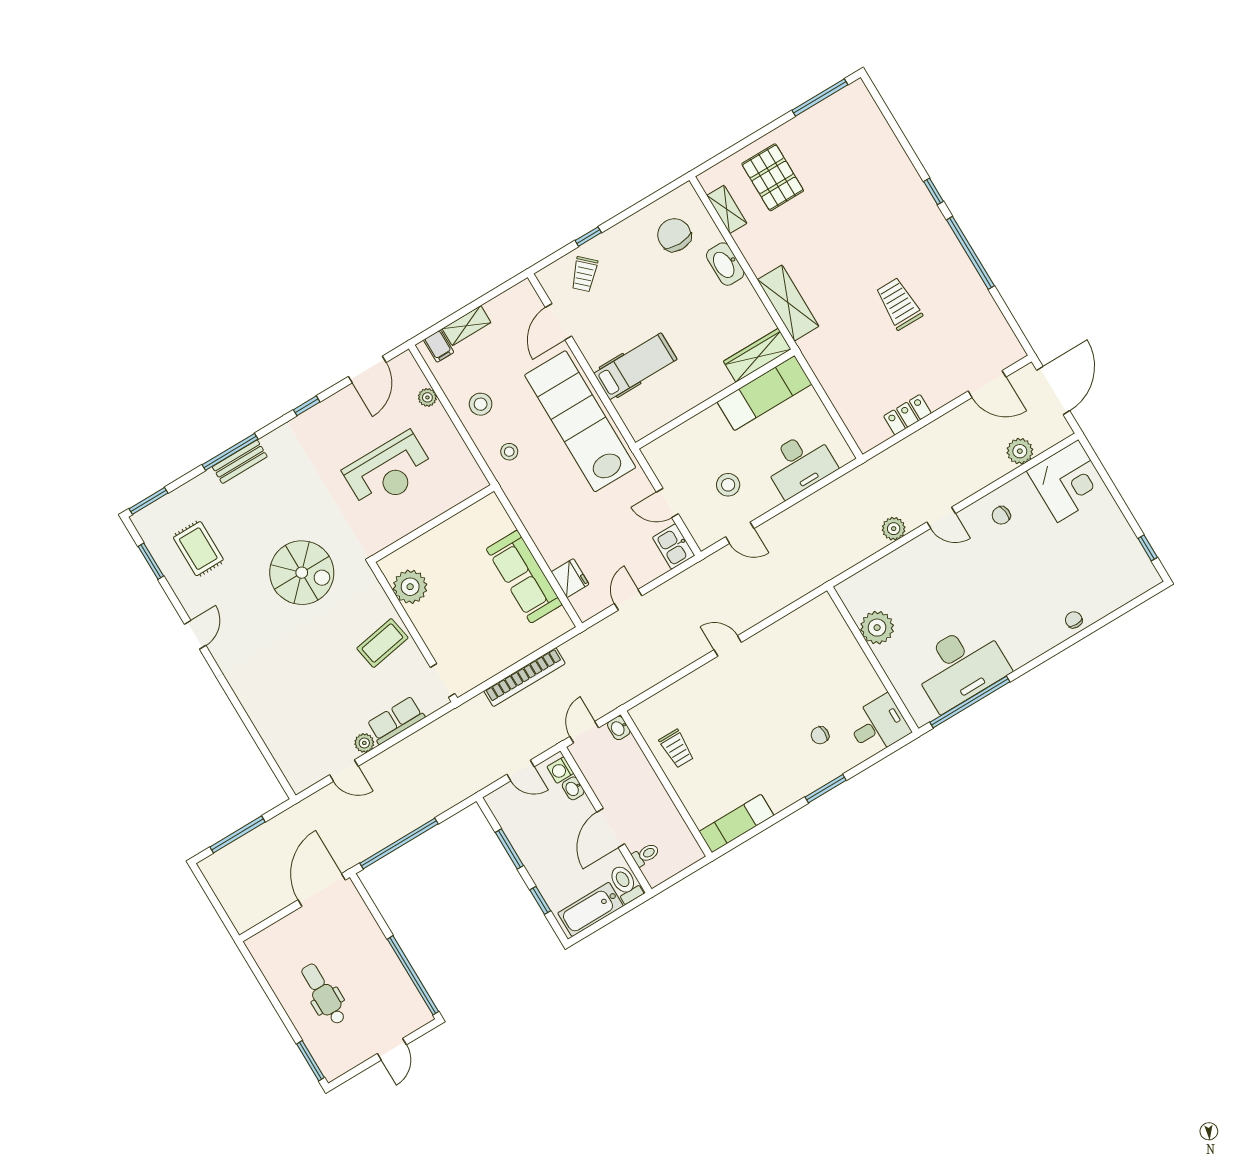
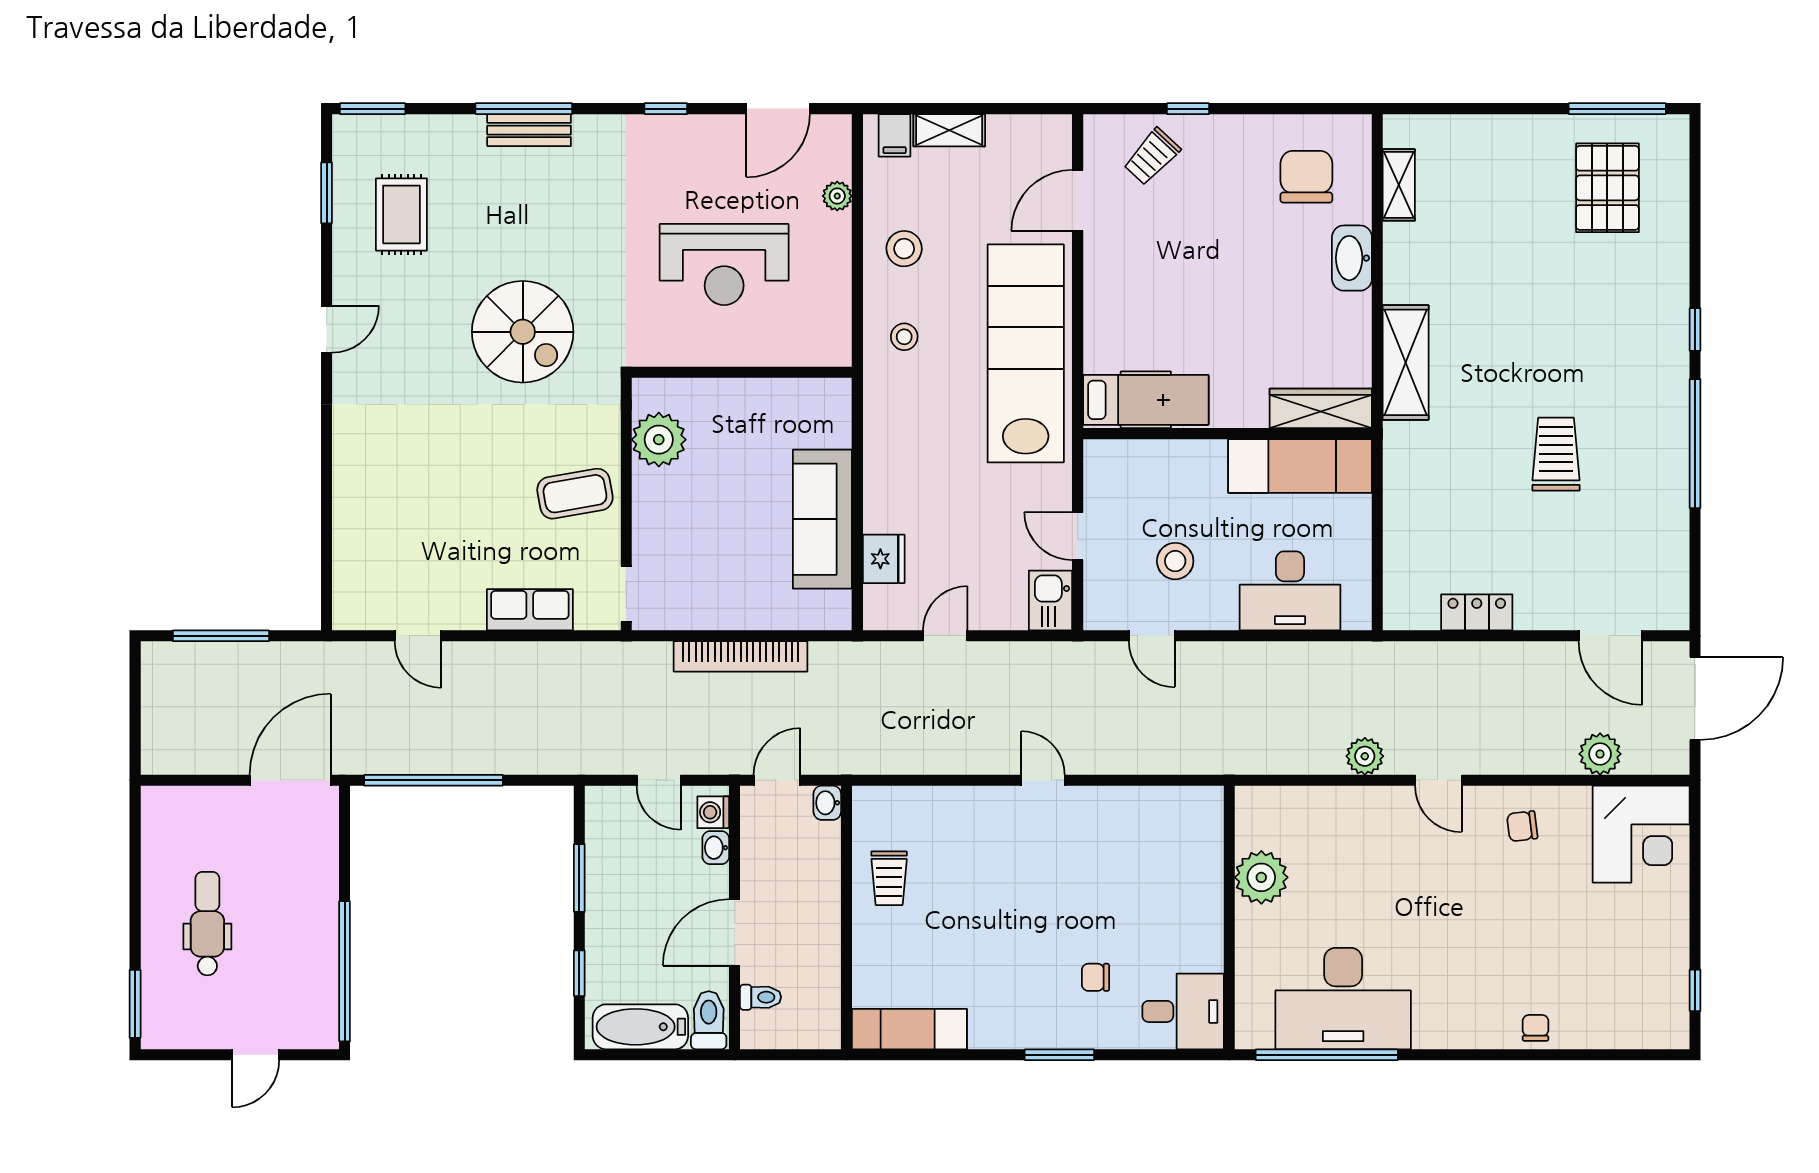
pallet: (773, 177) -> (1607, 188), moved
hospital bed: (635, 366) -> (1146, 400), moved
plant: (364, 743) -> (468, 615), removed

